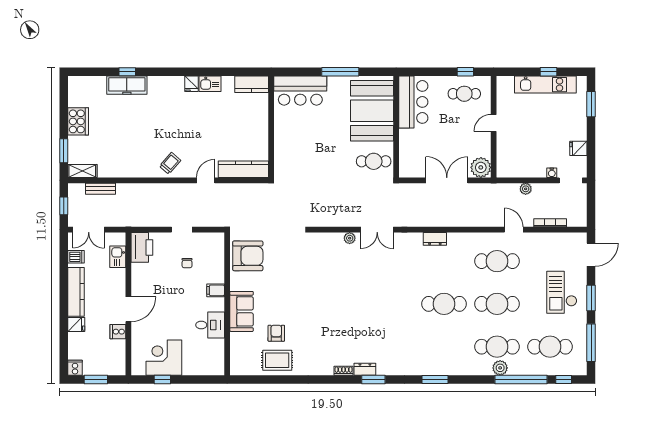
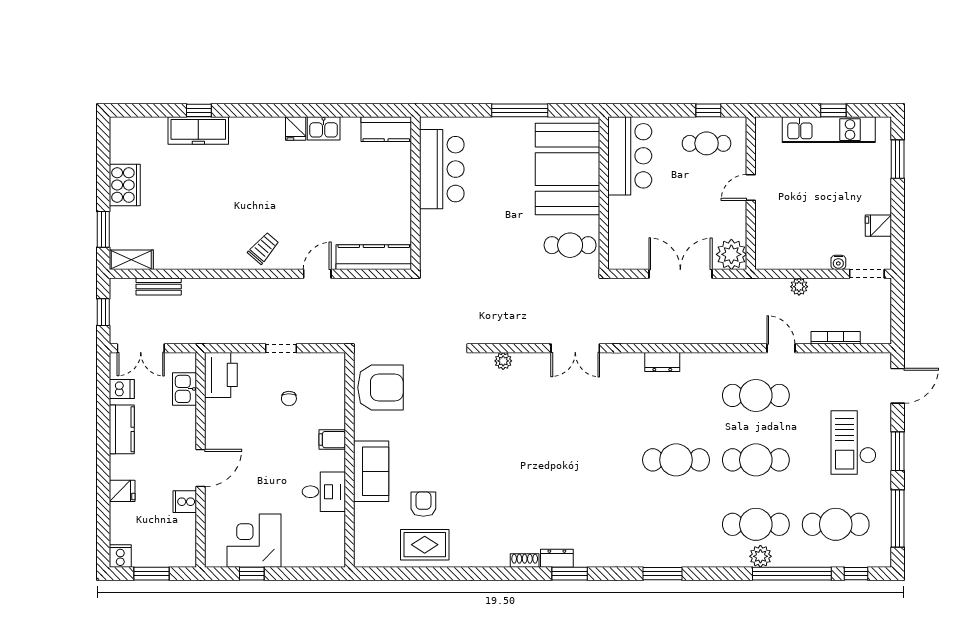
bar counter: (300, 91) -> (442, 169), moved, turned -90
plant: (350, 238) -> (503, 361), moved
kitchen counter: (76, 292) -> (122, 429), width x0.67

